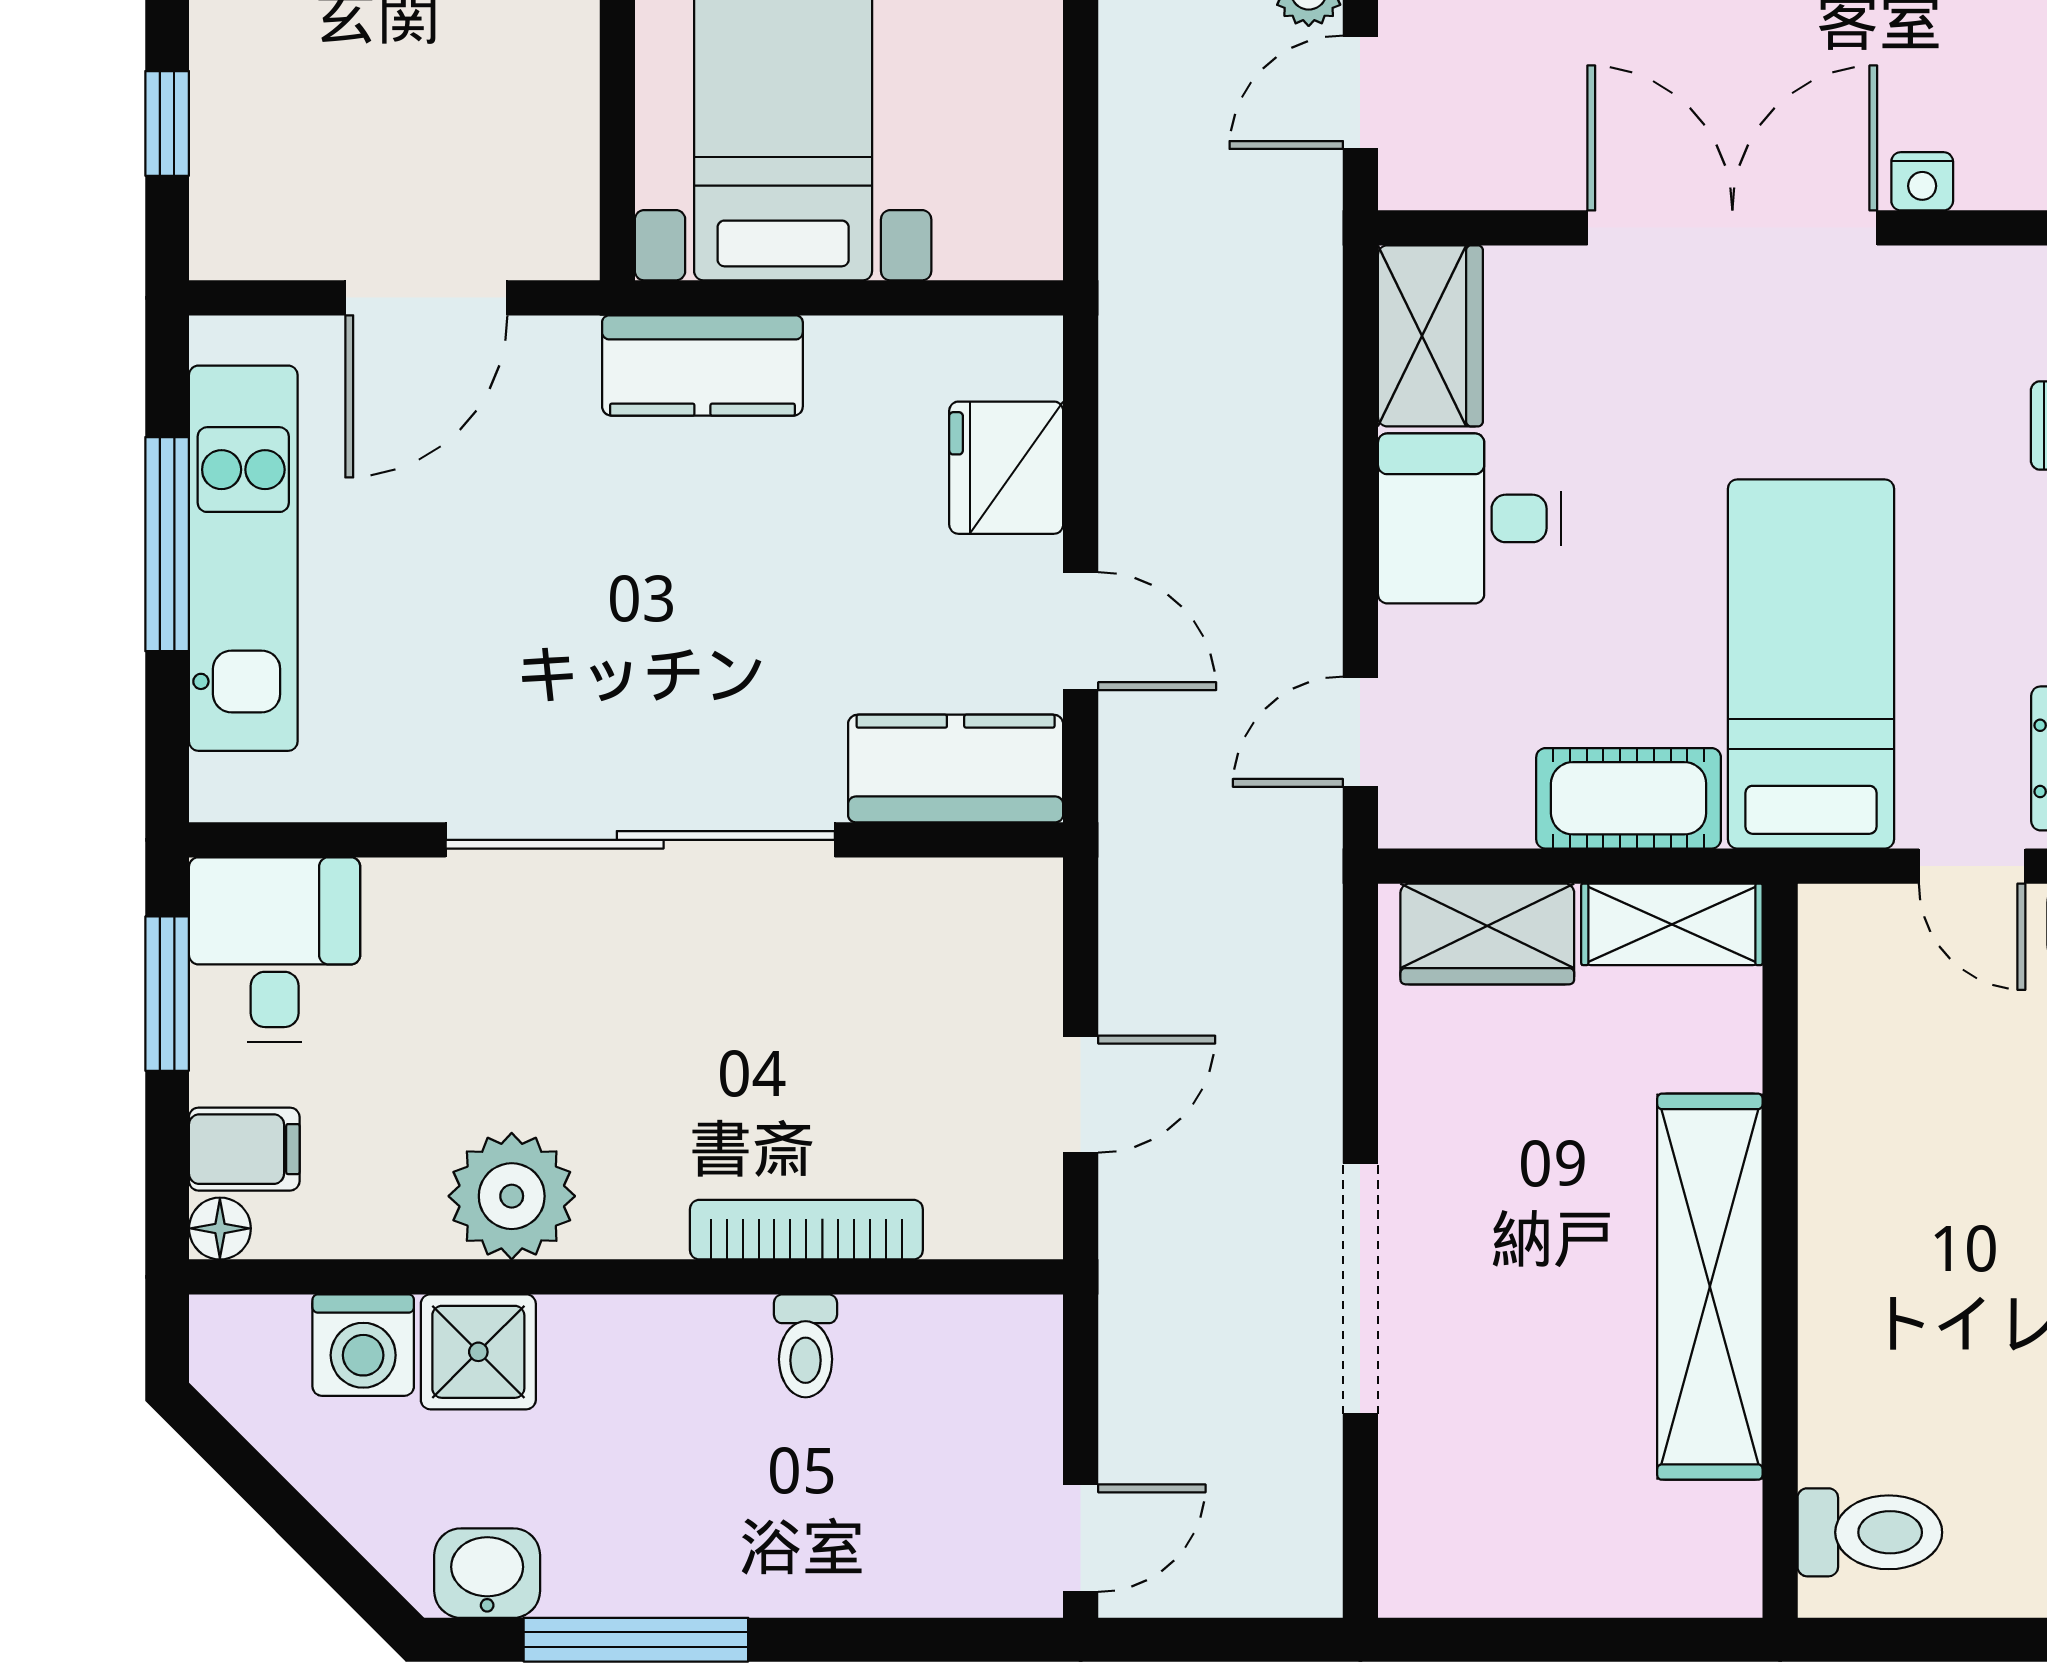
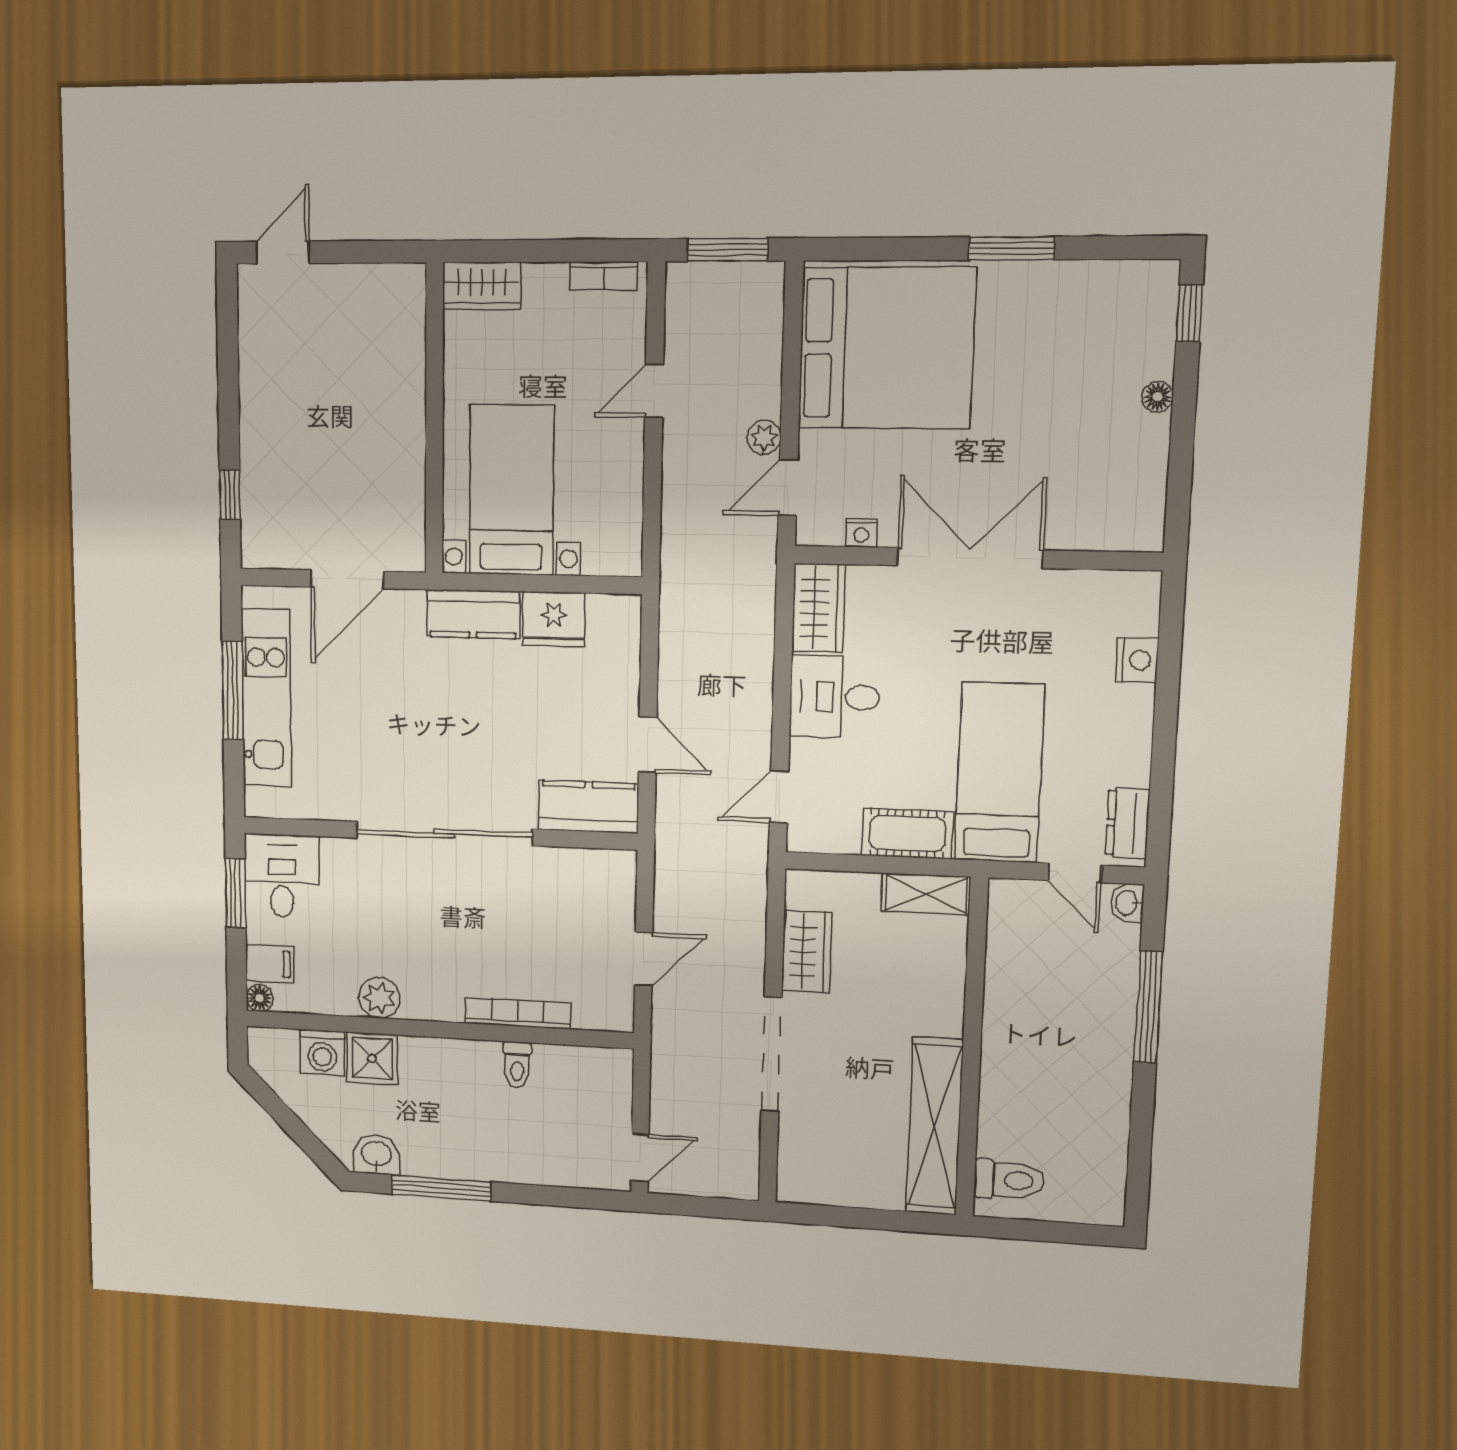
nightstand: (1922, 181) -> (861, 533), moved
fridge: (1006, 468) -> (554, 619), moved, turned -90
wardrobe: (1487, 934) -> (807, 952), moved, turned -90
plant: (512, 1196) -> (379, 998), width x0.73, depth x0.73
shelving: (1710, 1287) -> (935, 1126), moved

